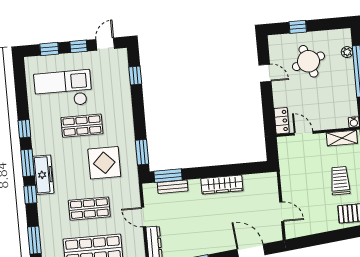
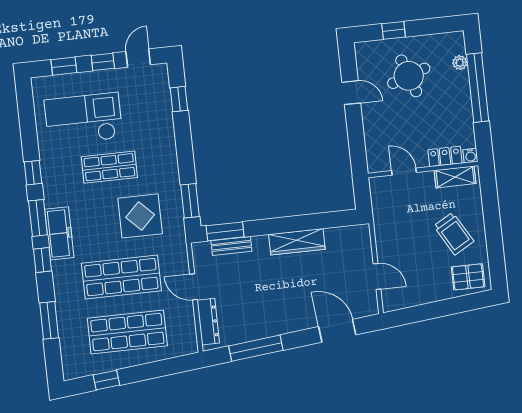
locker: (282, 121) -> (445, 156), moved, turned -90
trolley: (340, 181) -> (454, 234), turned 150
shop shelf: (89, 209) -> (121, 277), width x1.43, depth x1.36

